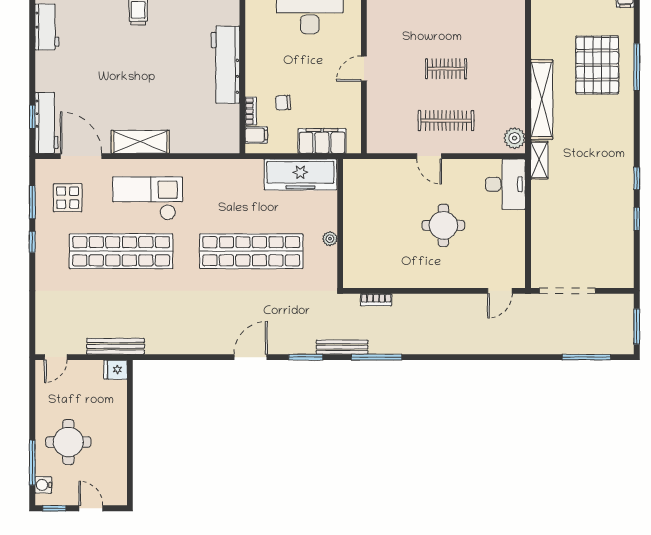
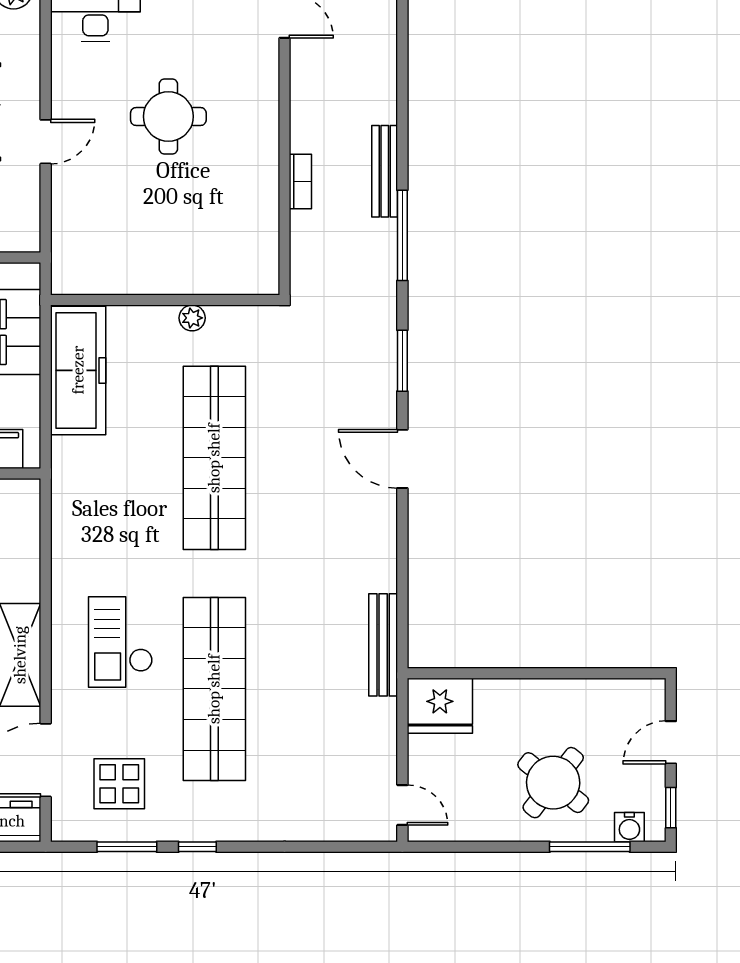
checkout: (148, 198) -> (120, 642), width x0.73, depth x0.83
bookcase: (376, 300) -> (300, 181), moved
bench: (116, 346) -> (383, 645), moved
bench: (342, 347) -> (385, 171), moved
fridge: (116, 370) -> (440, 706), width x1.88, depth x1.34
round table: (68, 442) -> (553, 783), turned 38

